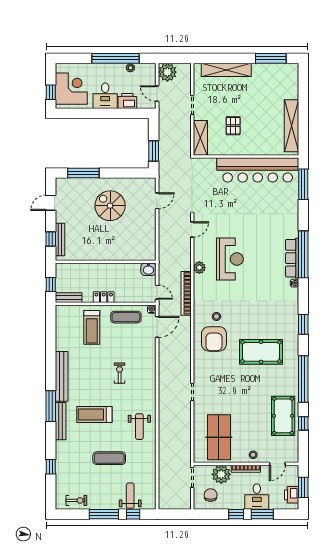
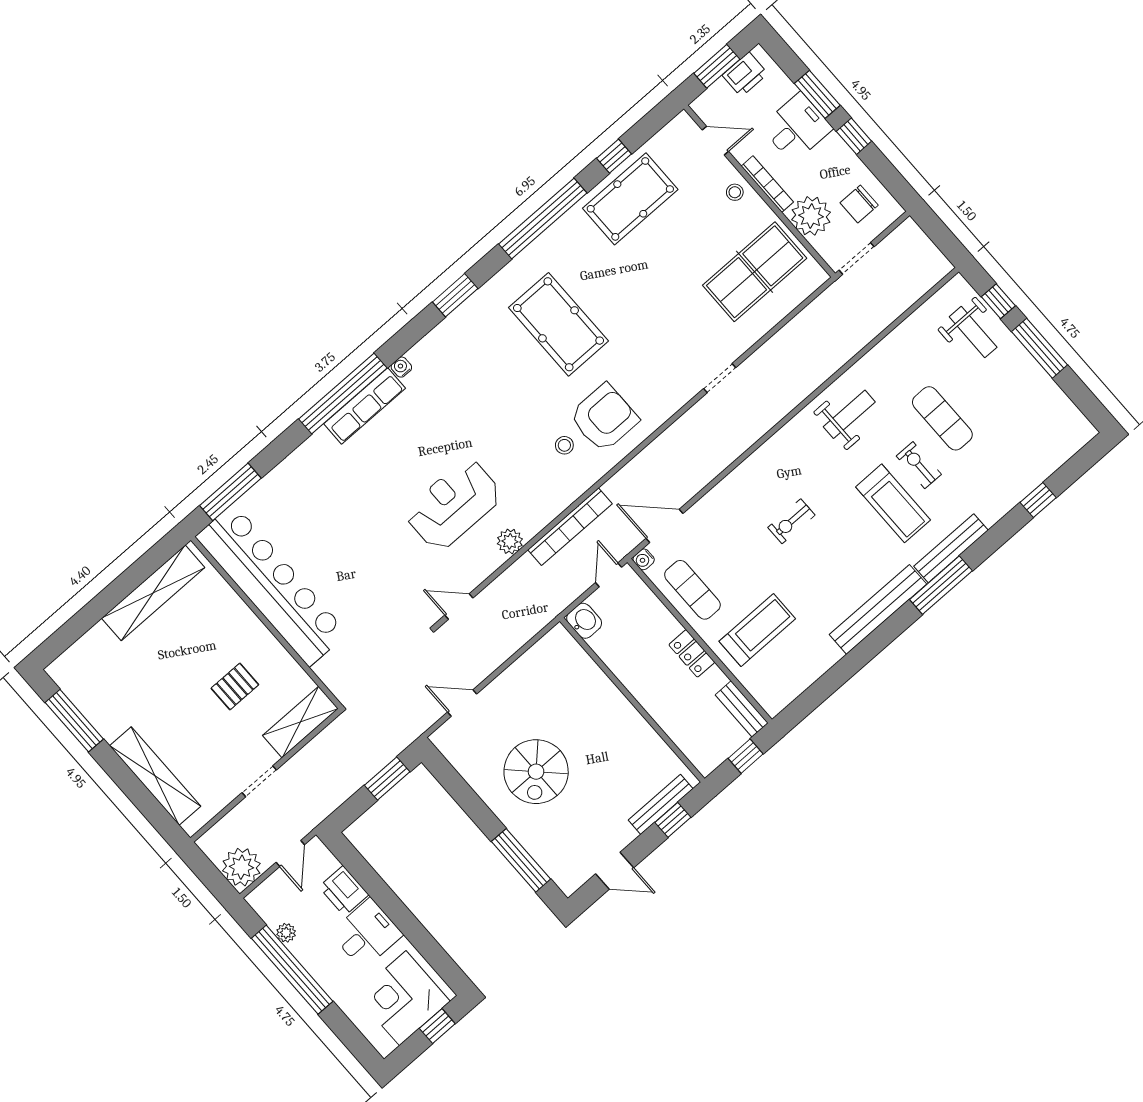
weight bench: (130, 496) -> (973, 332), turned -90
exercise bike: (76, 500) -> (919, 465), moved

